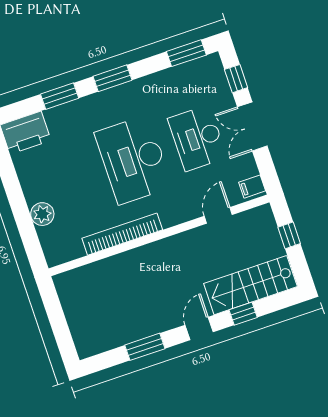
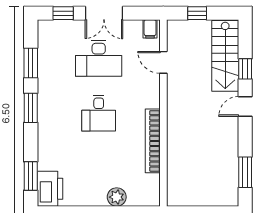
window: (186, 53) -> (31, 63), moved
window: (60, 96) -> (31, 176), moved
desk: (133, 160) -> (99, 113), width x0.53, depth x0.77
door: (199, 329) -> (245, 106), hinge flipped
window: (145, 347) -> (245, 172), moved

